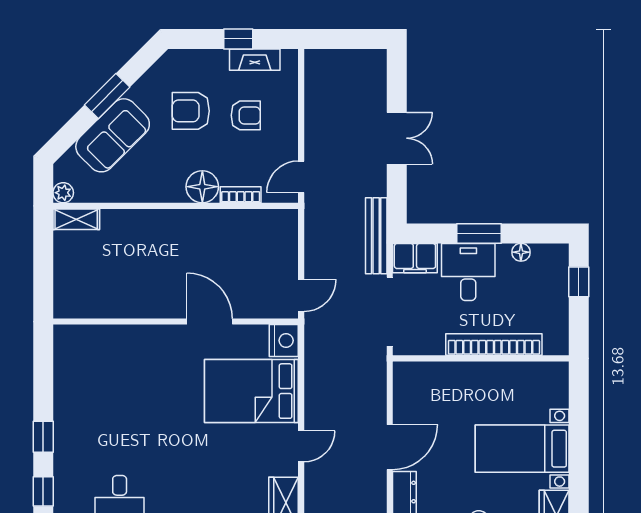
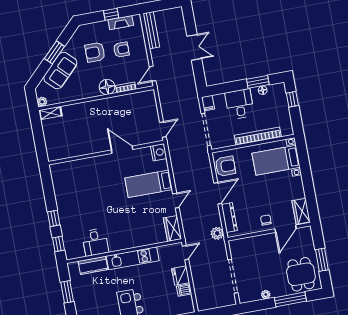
window: (479, 233) -> (258, 82), moved
bench: (376, 236) -> (151, 30), moved
filing cabinet: (415, 258) -> (208, 103), width x0.50
bed: (251, 391) -> (149, 184), width x0.67
armchair: (416, 394) -> (225, 166), added
bed with nightstands: (522, 449) -> (276, 160), moved

